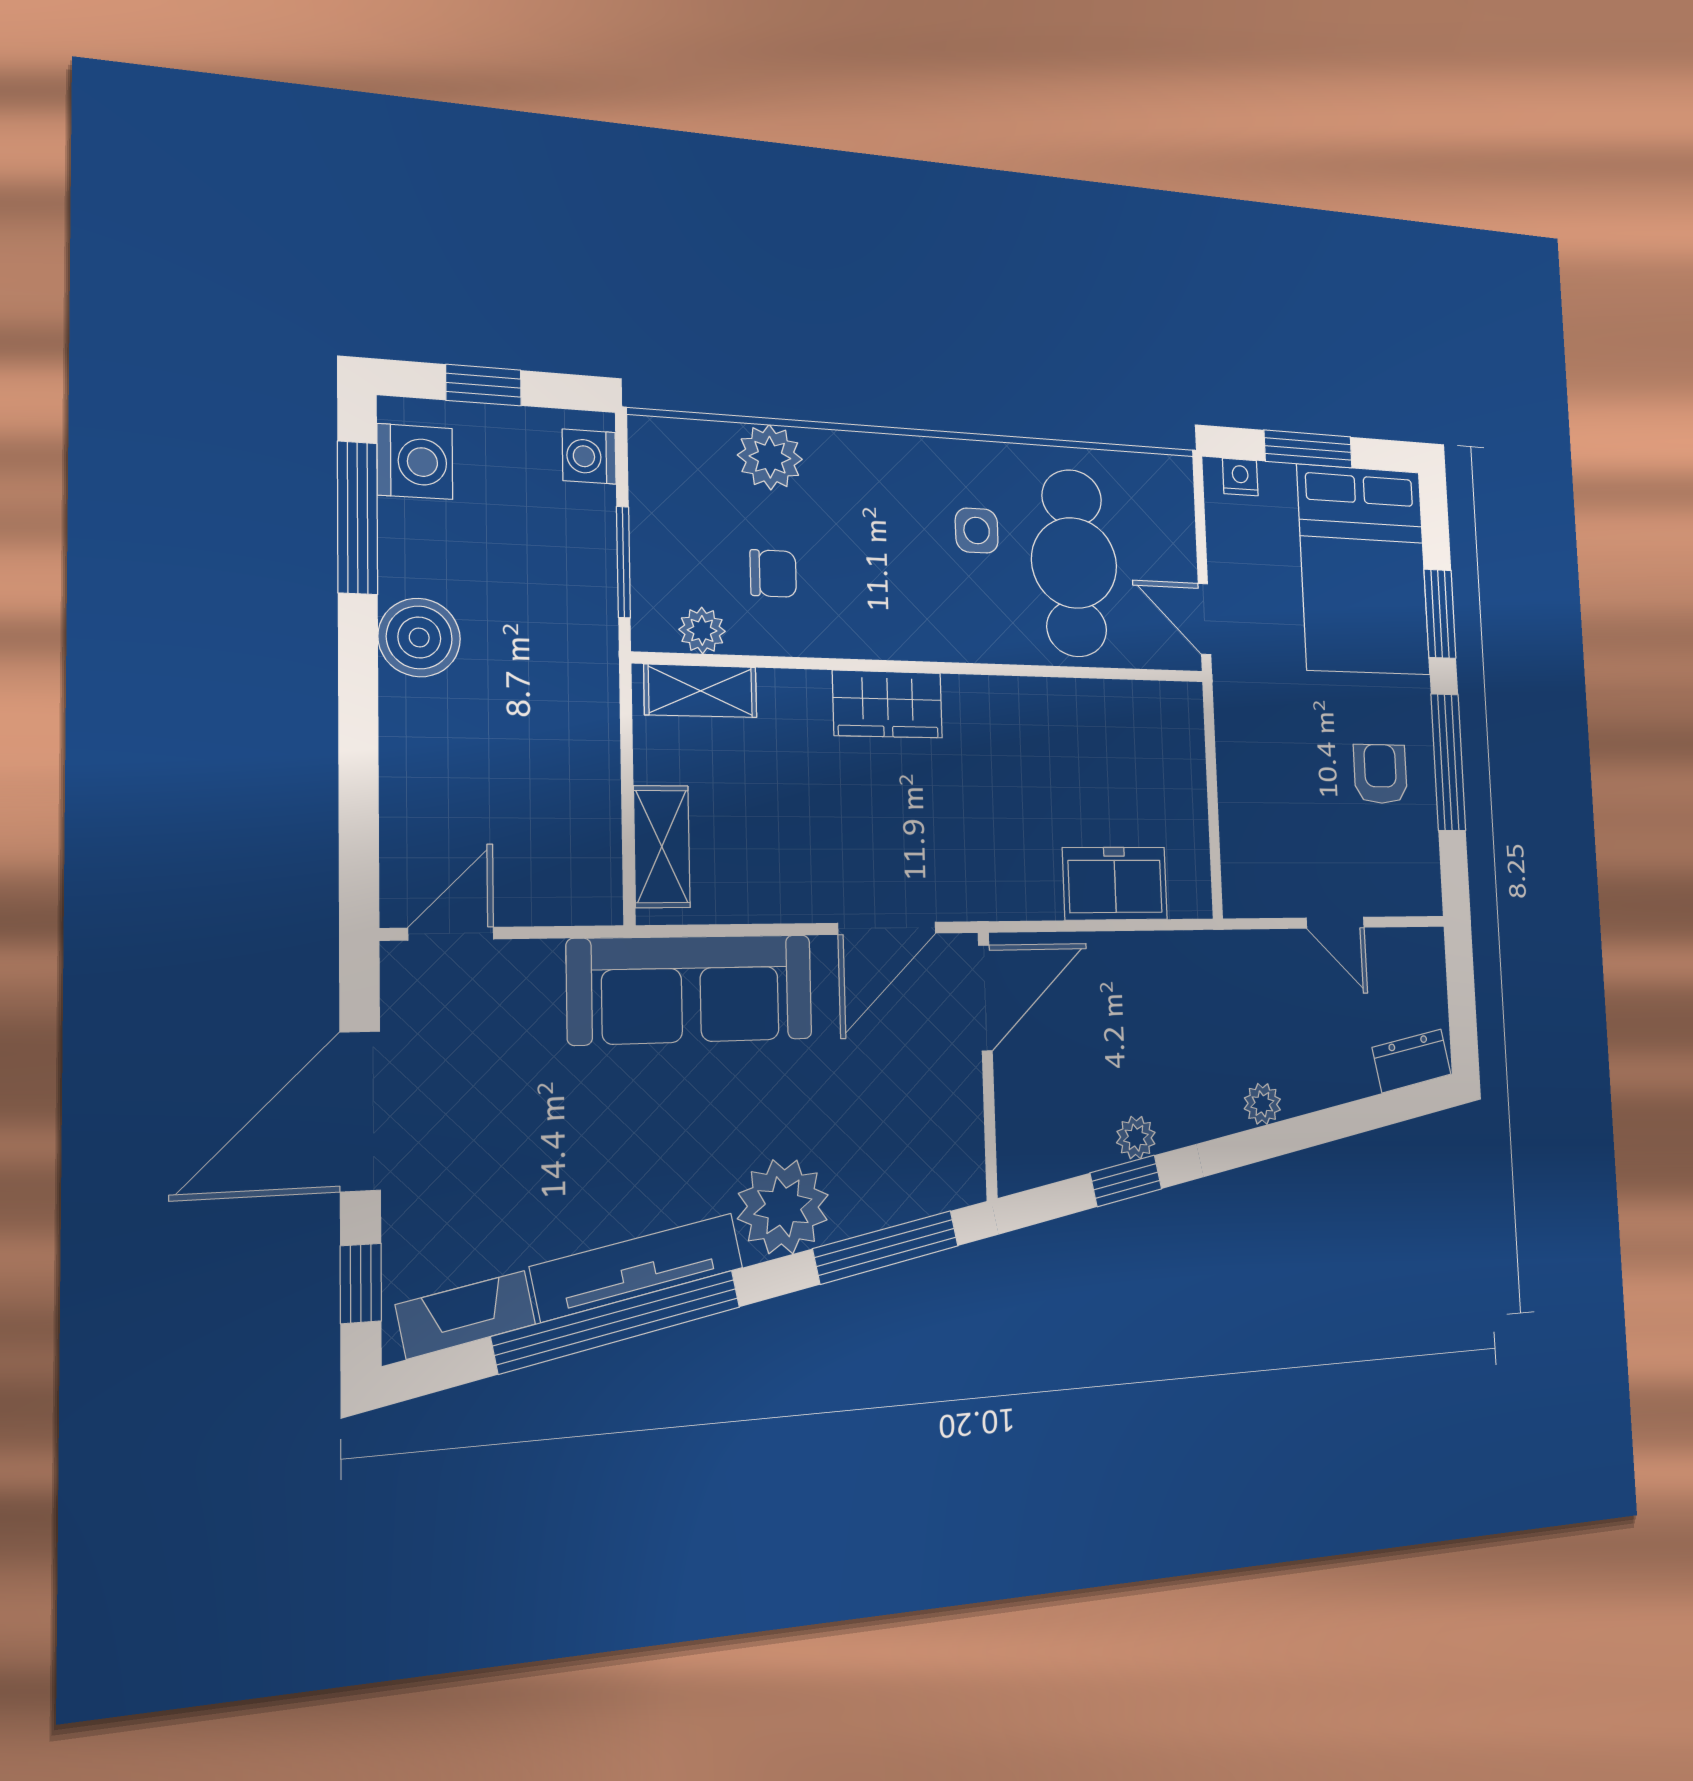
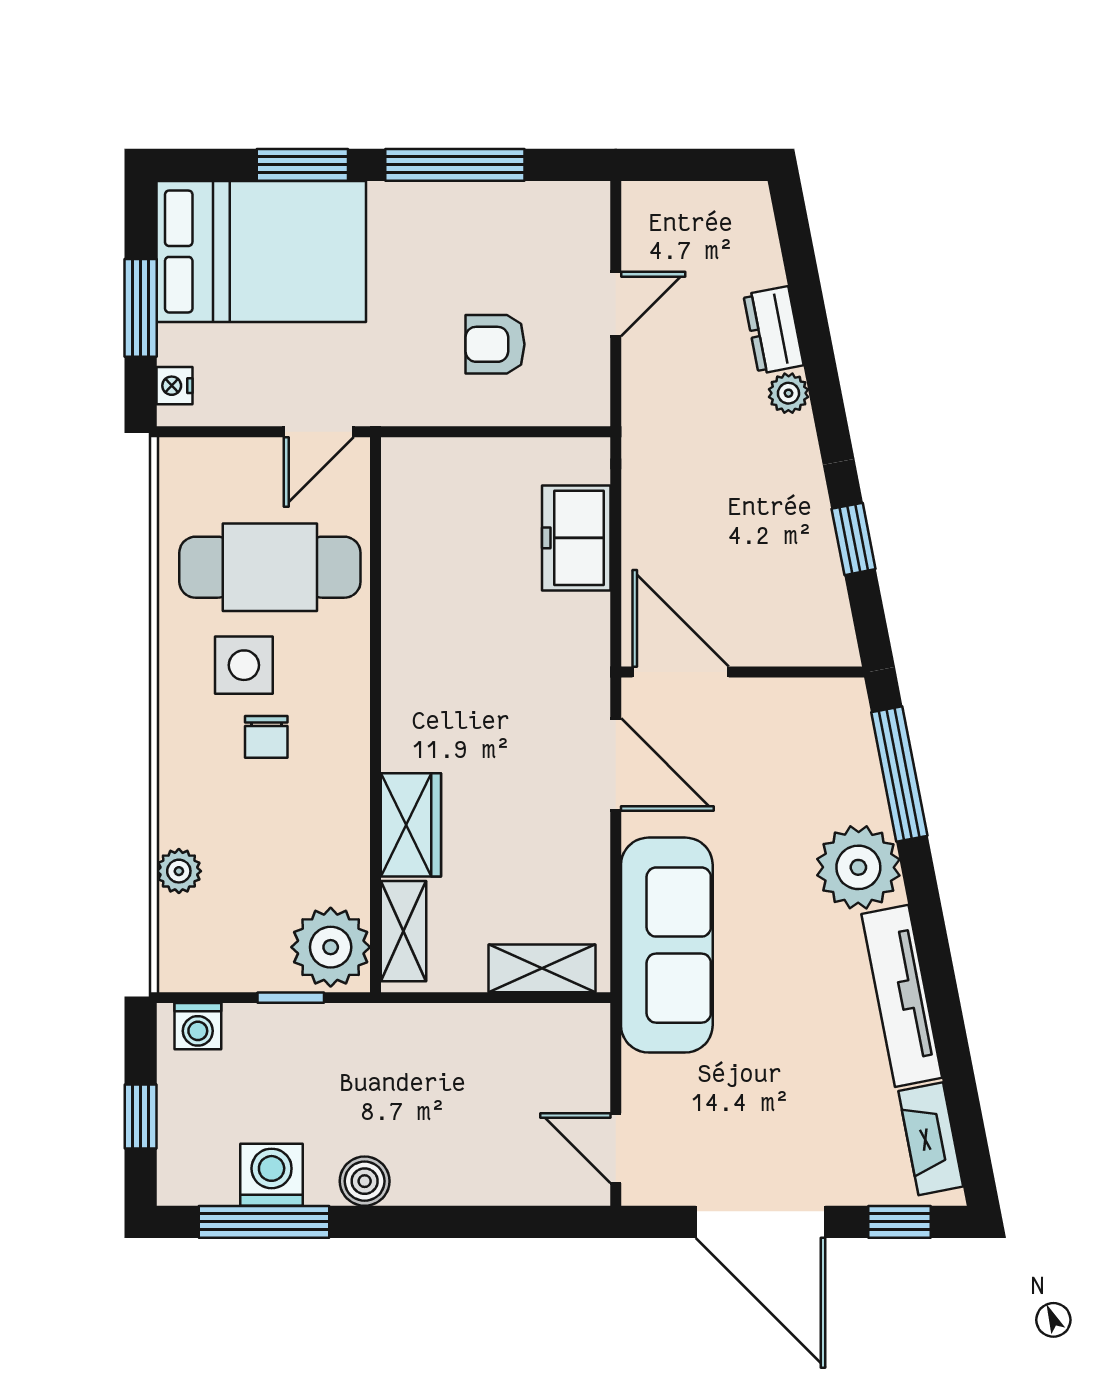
plant: (770, 457) -> (179, 871), width x0.73, depth x0.73
washing machine: (415, 462) -> (272, 1175), moved
side table: (977, 531) -> (244, 665), width x1.37, depth x1.37
window: (623, 562) -> (291, 998), width x0.67
chair: (773, 573) -> (266, 737), moved, turned 180
plant: (702, 630) -> (331, 947), width x1.88, depth x1.88
boiler: (419, 637) -> (365, 1181), width x0.73, depth x0.73
wardrobe: (888, 704) -> (411, 825), moved
armchair: (1380, 774) -> (495, 344), moved
dresser: (1412, 1061) -> (773, 330), moved
plant: (1136, 1138) -> (814, 527), removed
window: (617, 1322) -> (946, 1014), removed

